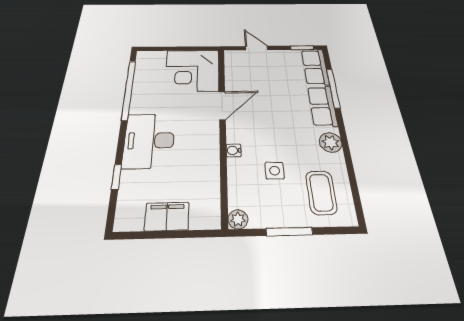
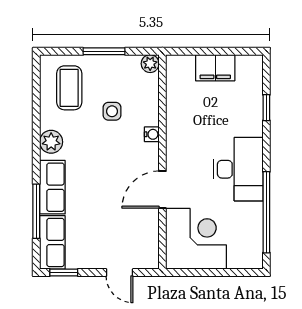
desk: (149, 141) -> (238, 169), moved

